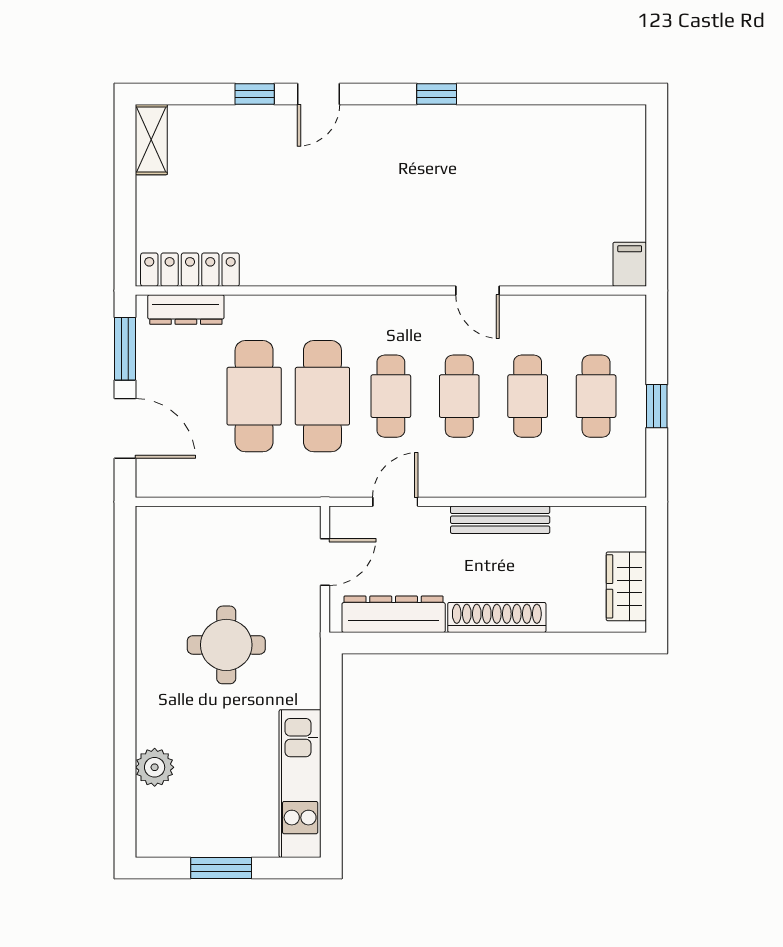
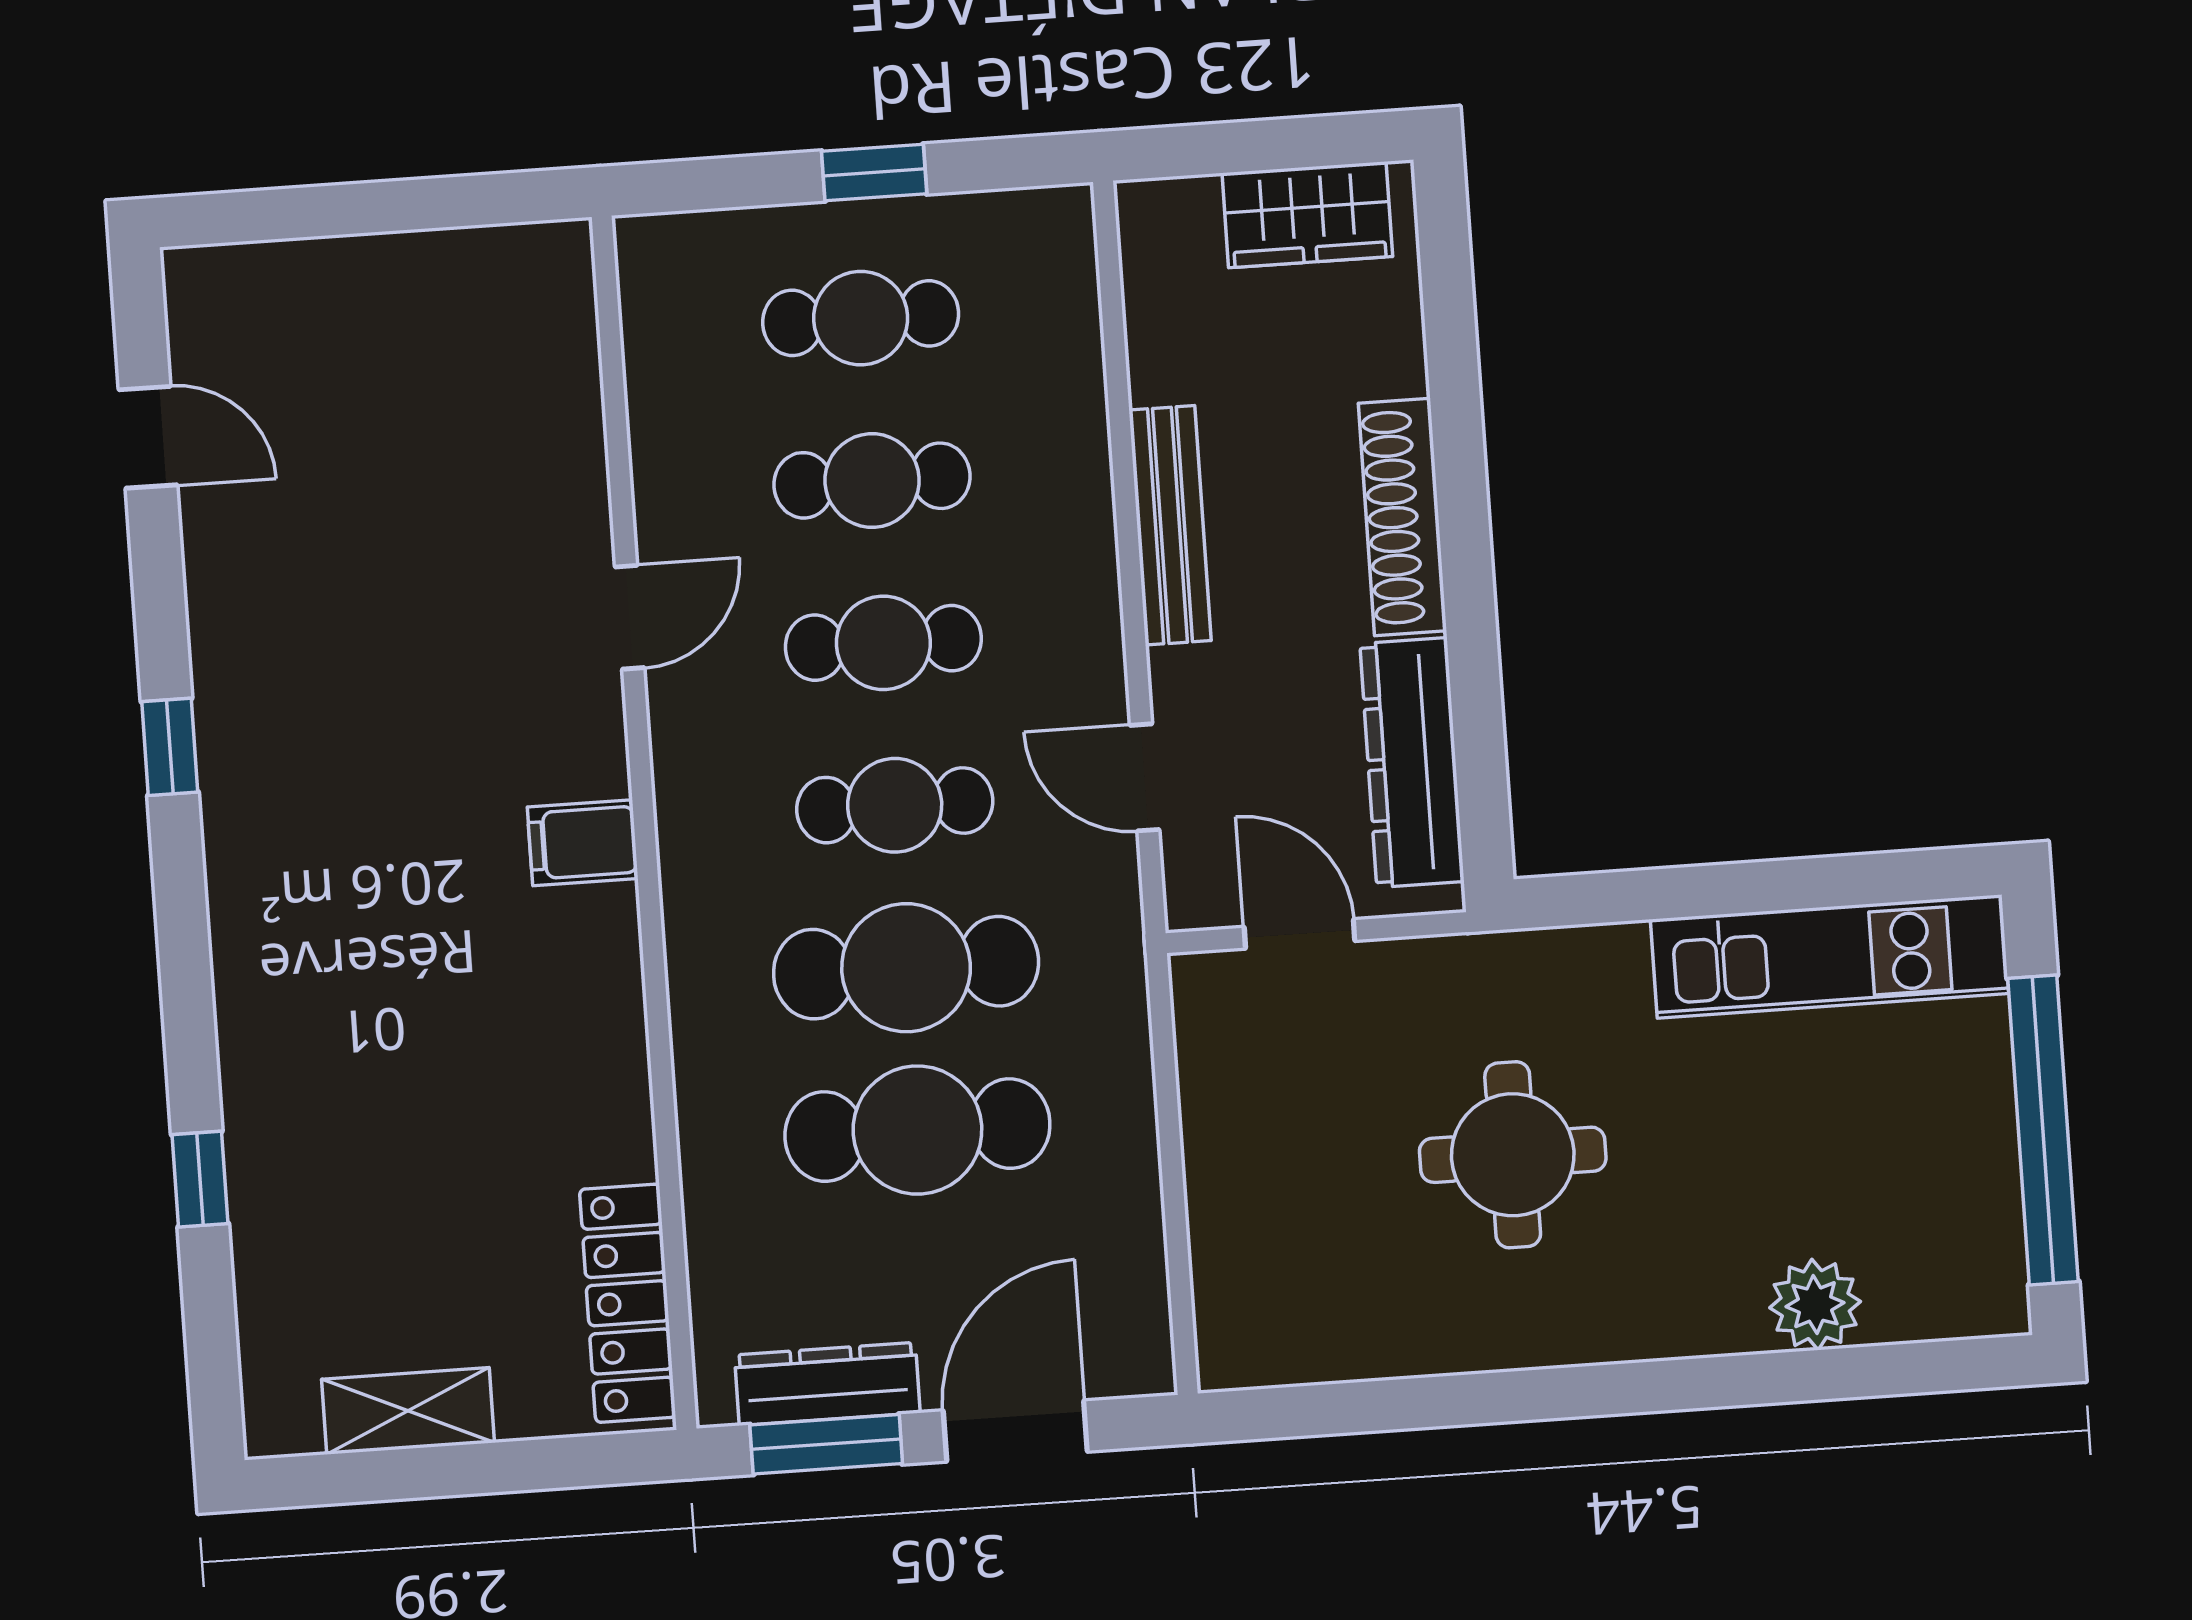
door: (319, 94) -> (148, 437), moved
shelving: (151, 140) -> (408, 1411), moved
filing cabinet: (630, 264) -> (583, 843), moved
dresser: (186, 310) -> (827, 1384), moved, turned -90
window: (221, 868) -> (2043, 1130), width x2.11

